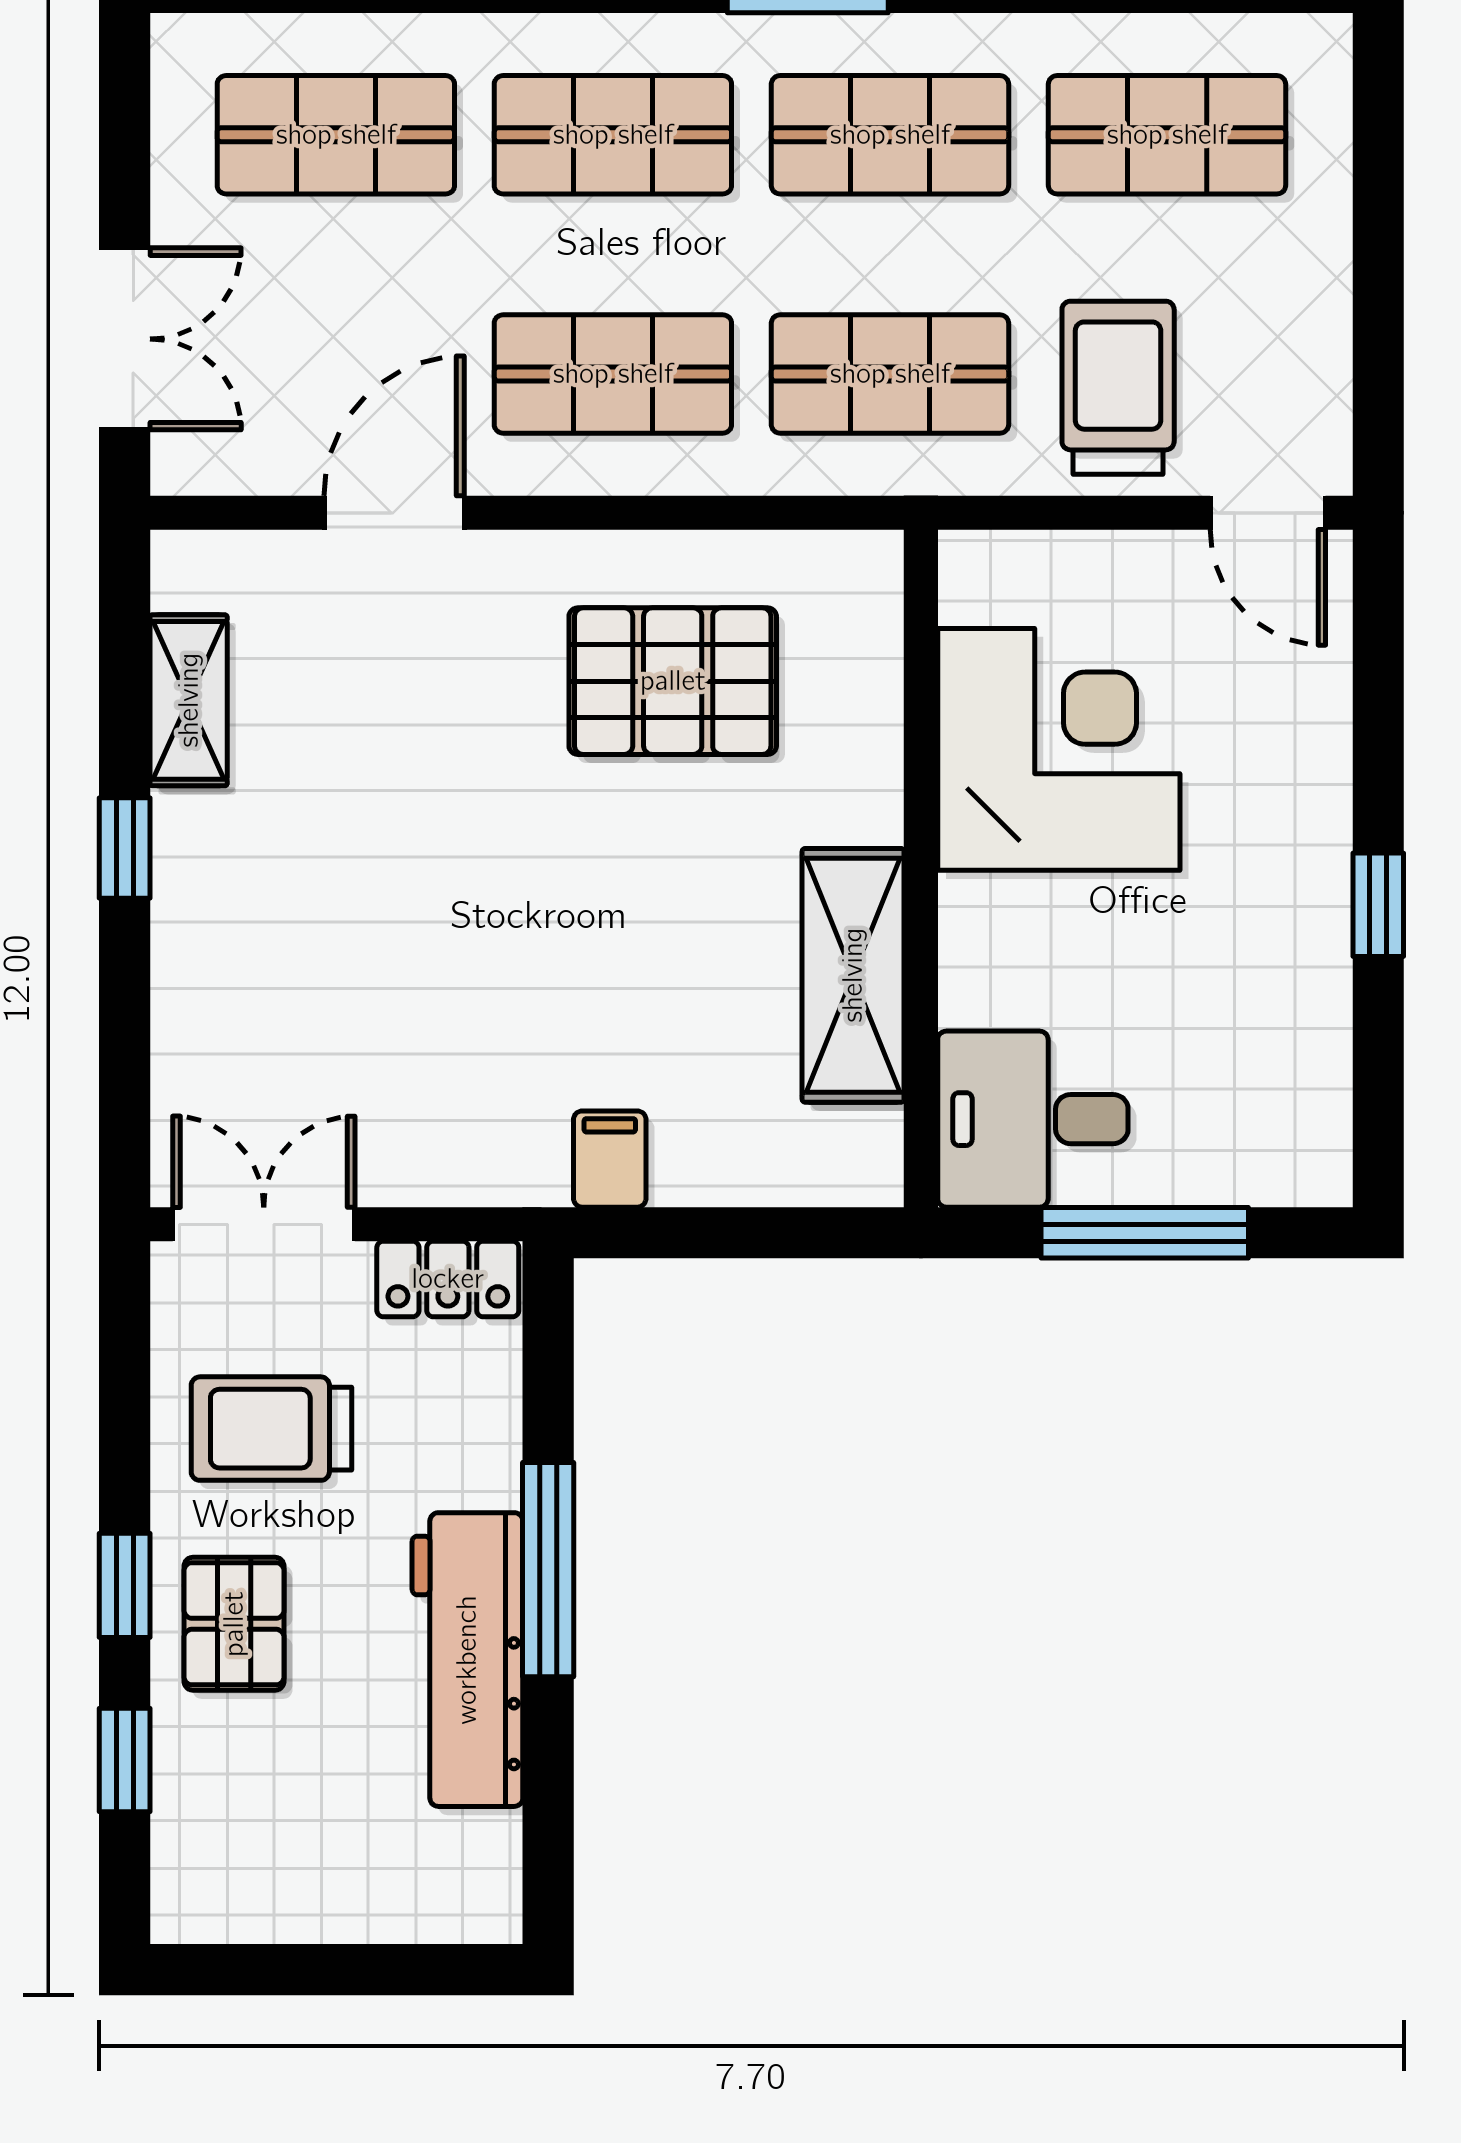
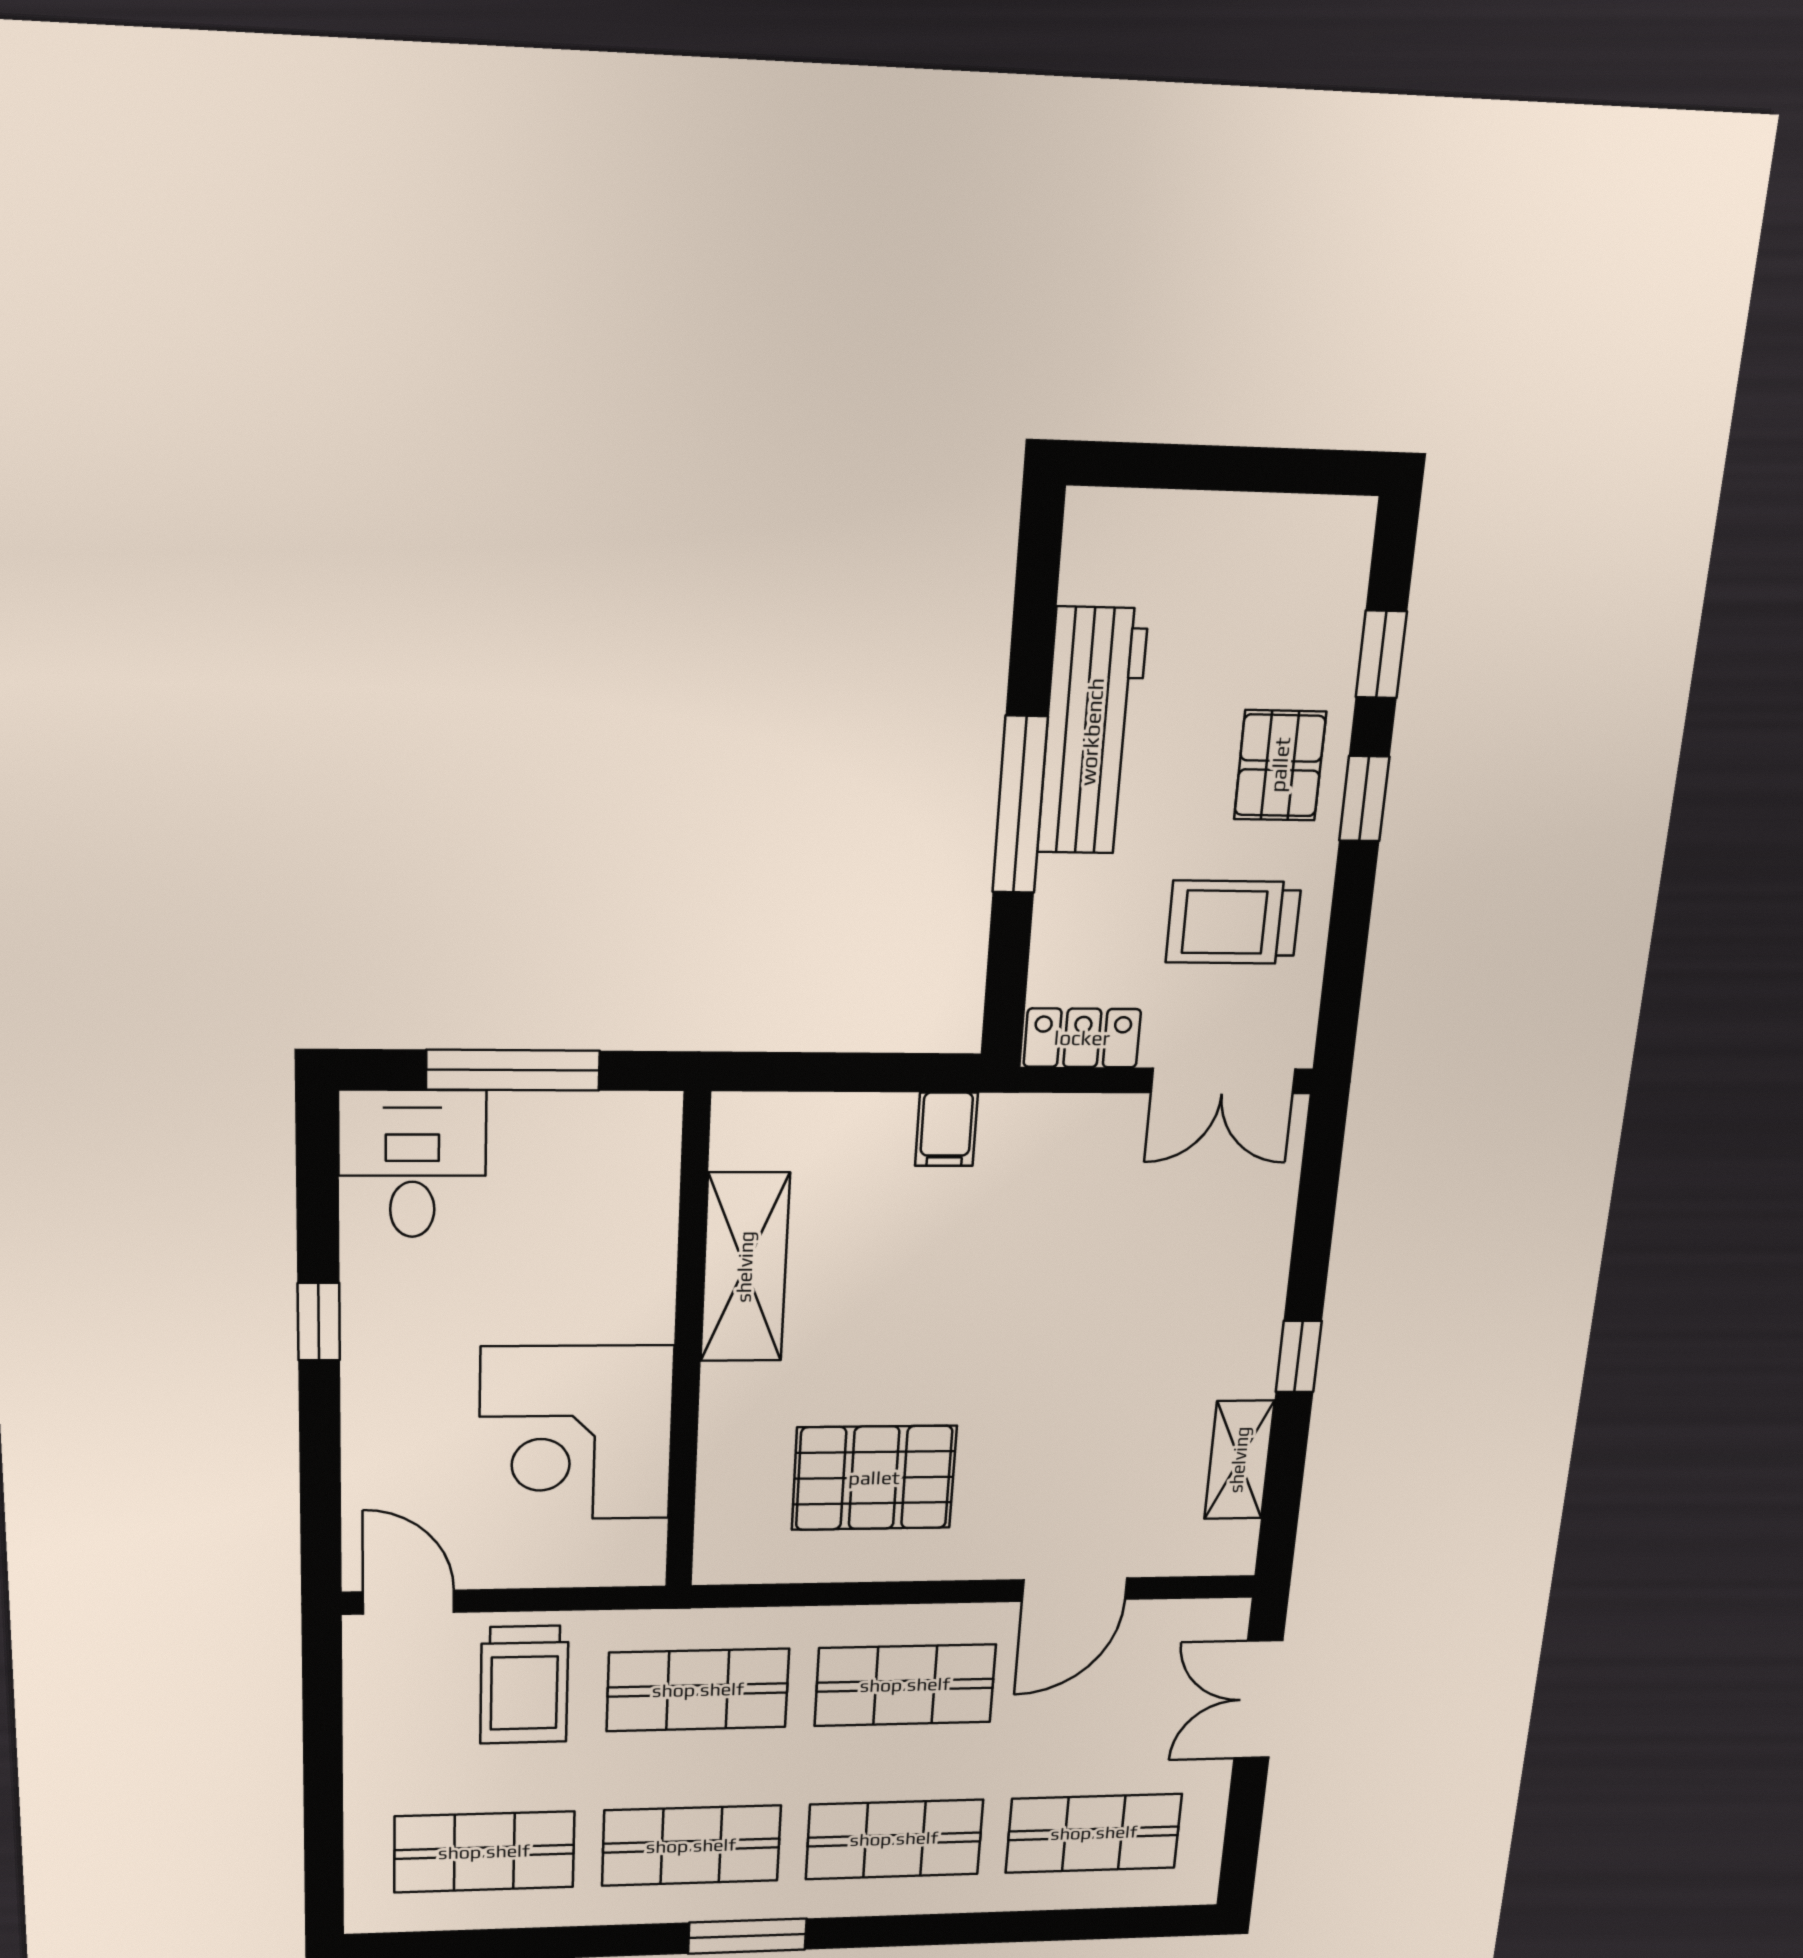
desk: (1033, 1119) -> (412, 1164), moved, turned -90
trolley: (272, 1429) -> (1233, 922), turned 180

